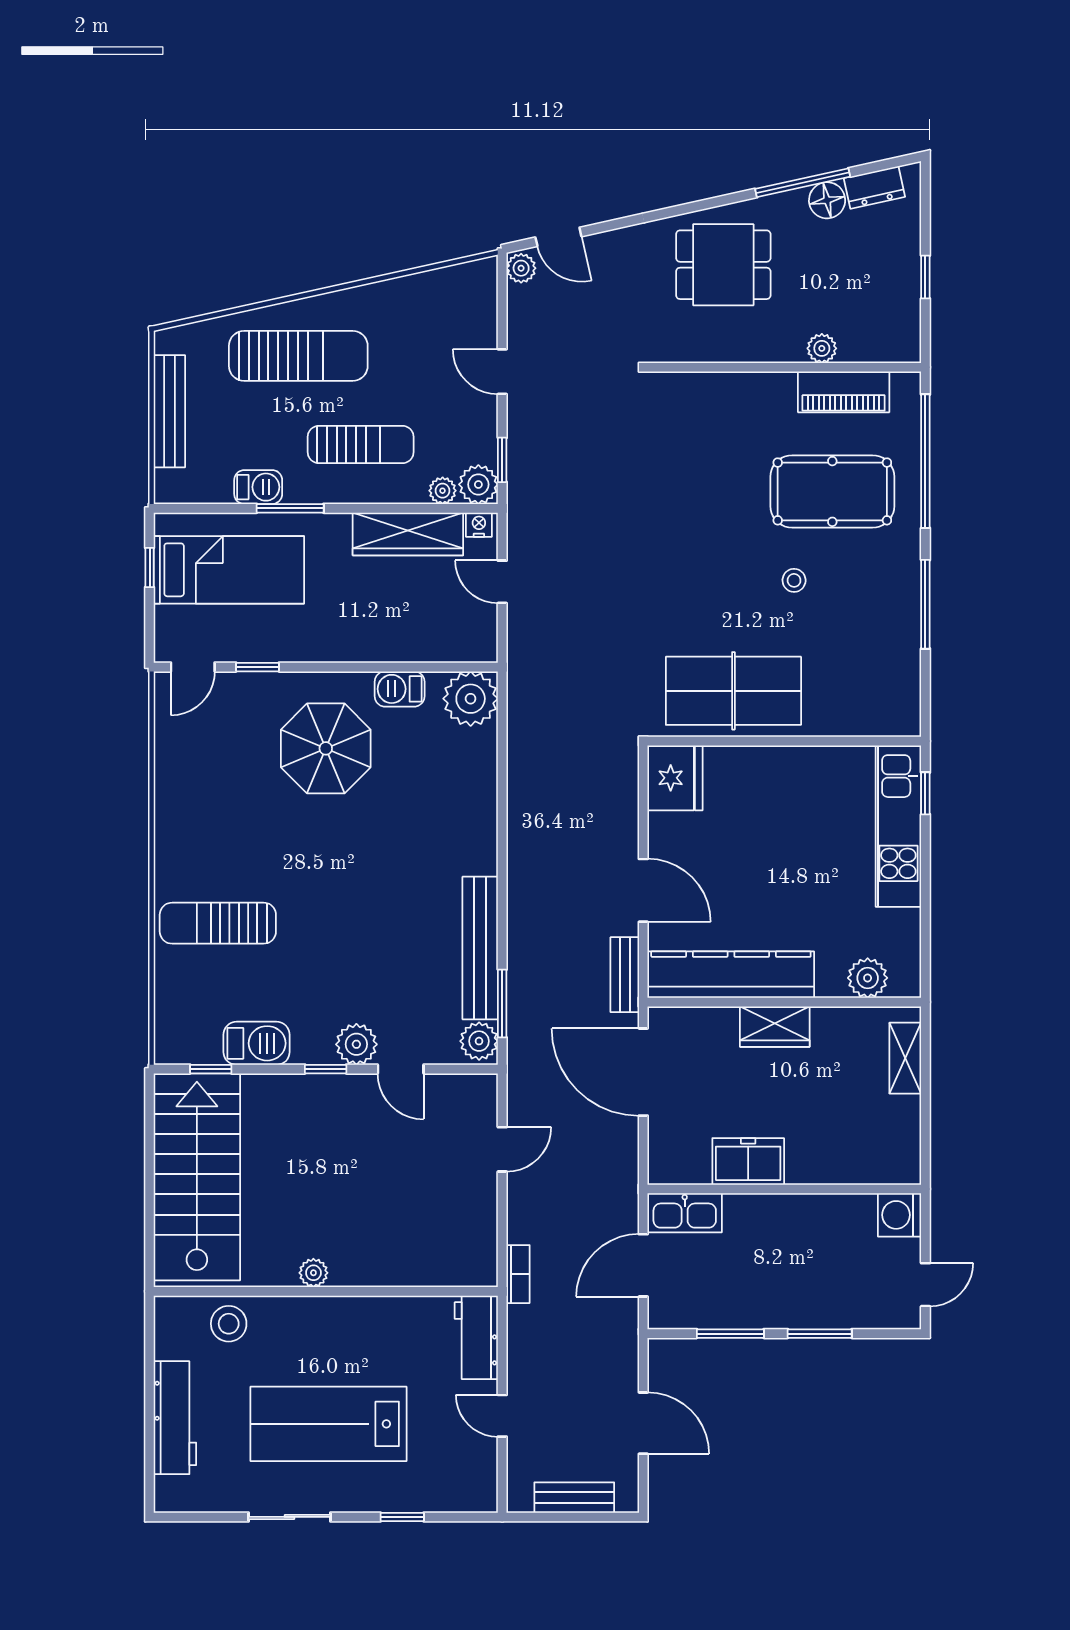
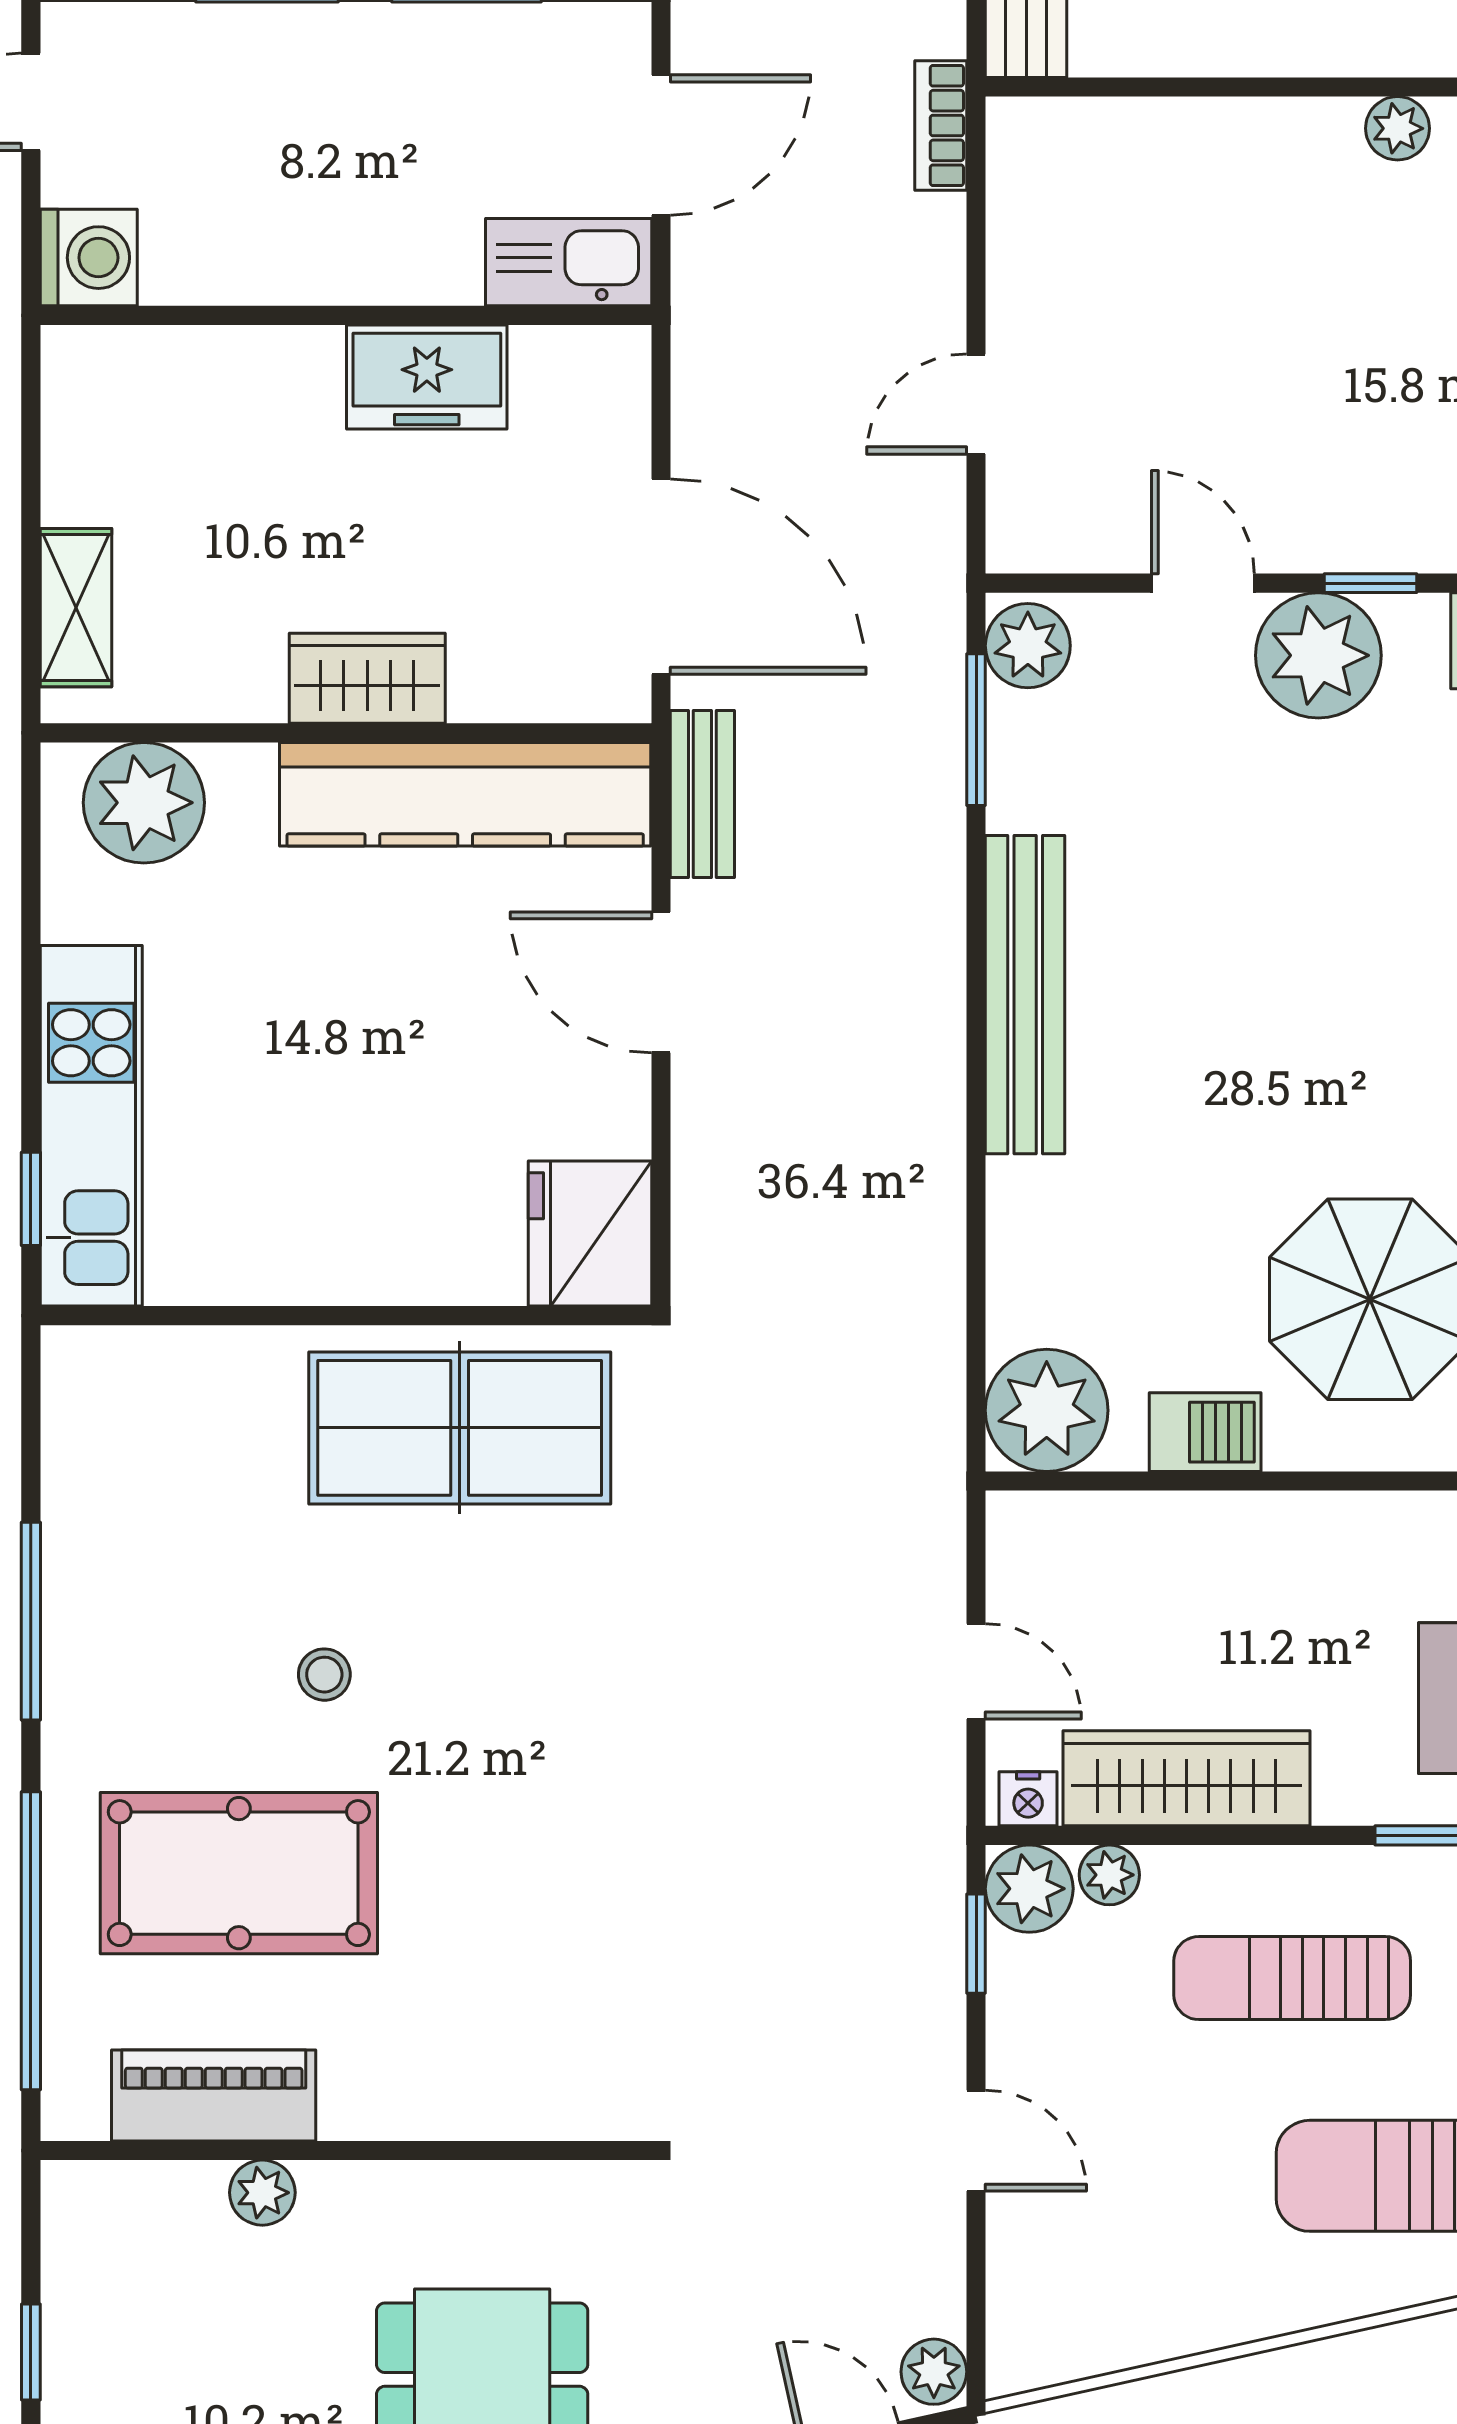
bench: (480, 948) -> (1025, 995), moved
plant: (868, 978) -> (144, 803), width x1.36, depth x1.36
plant: (356, 1044) -> (1318, 655), width x1.36, depth x1.36

